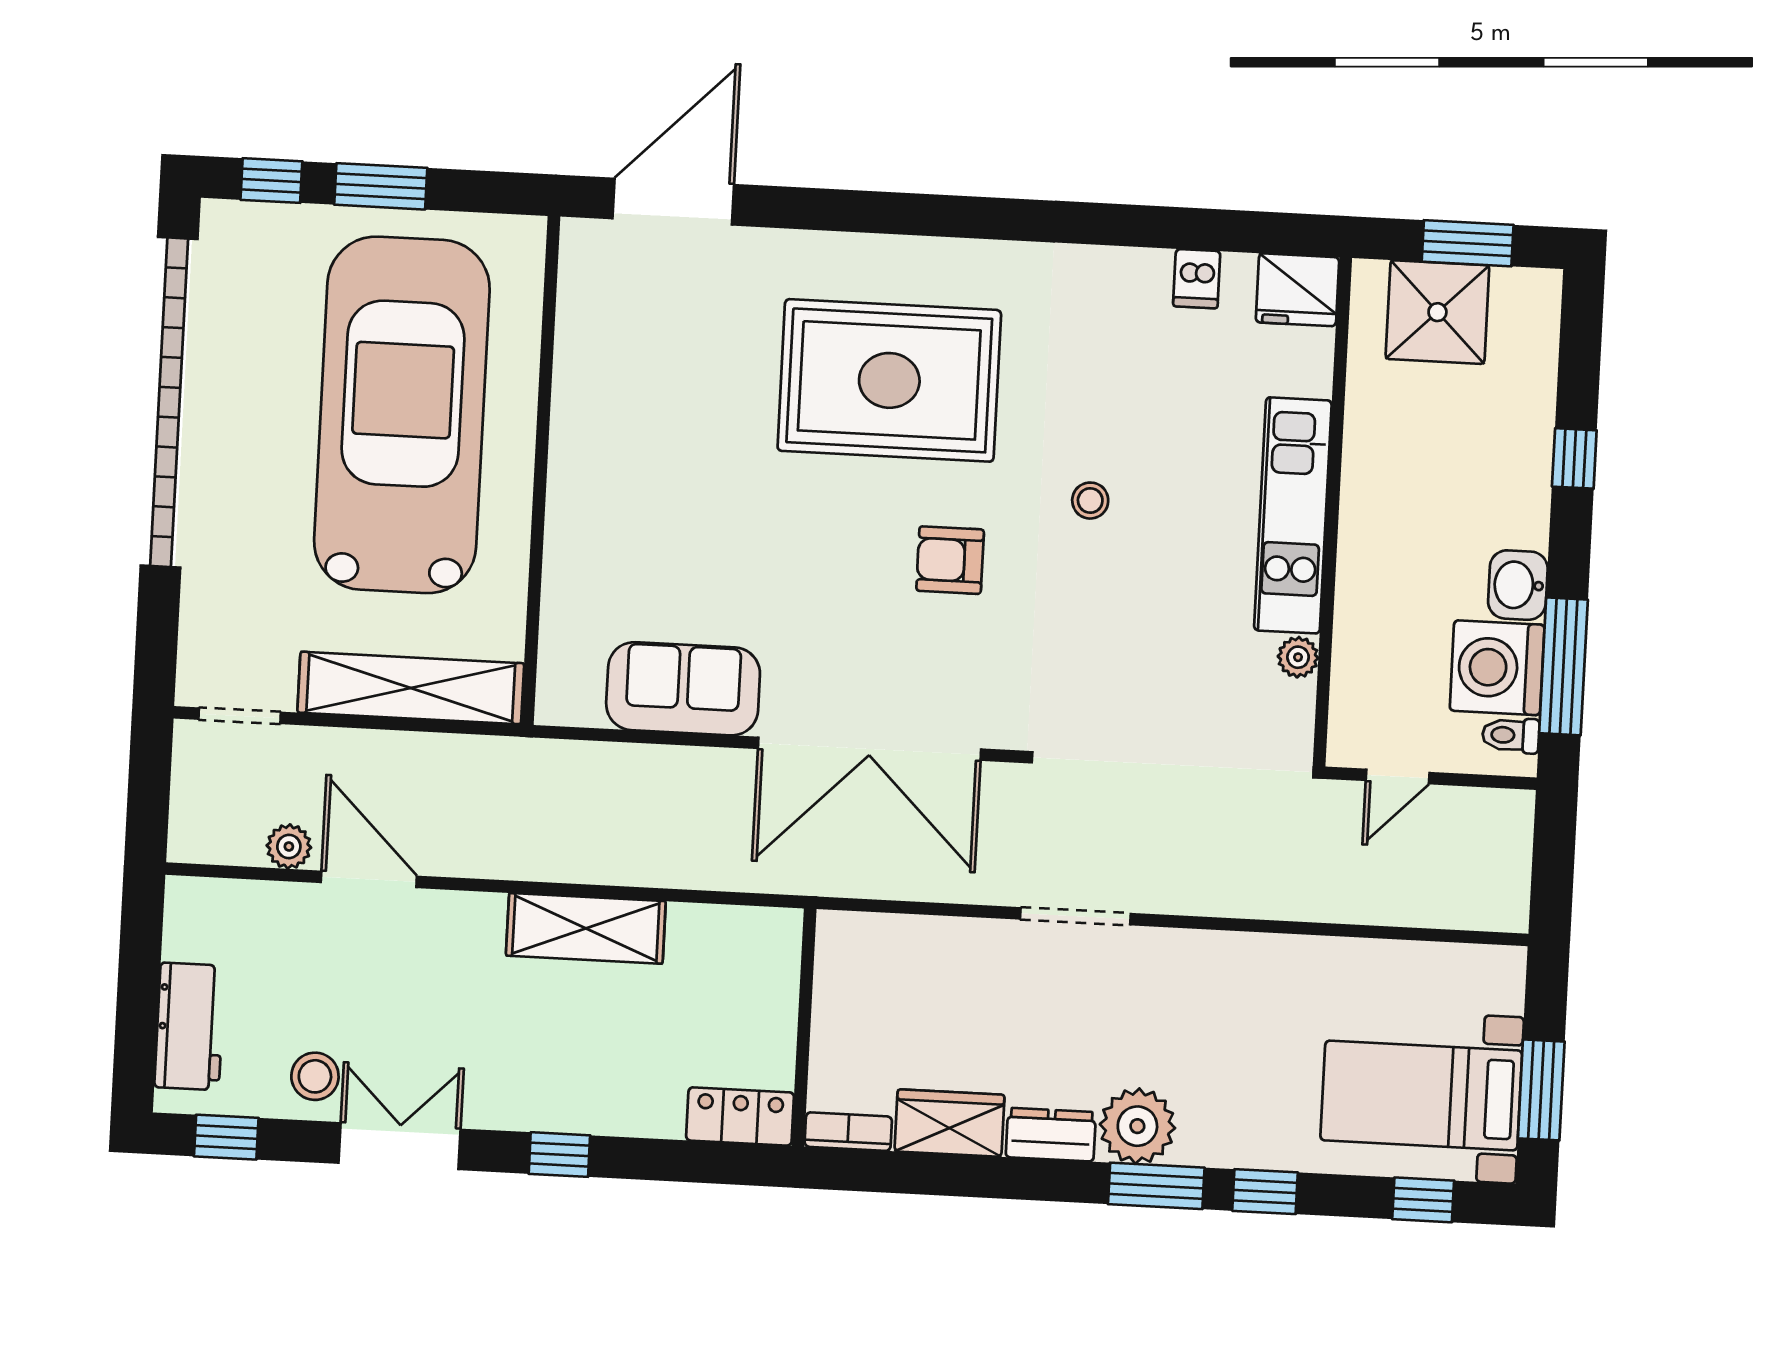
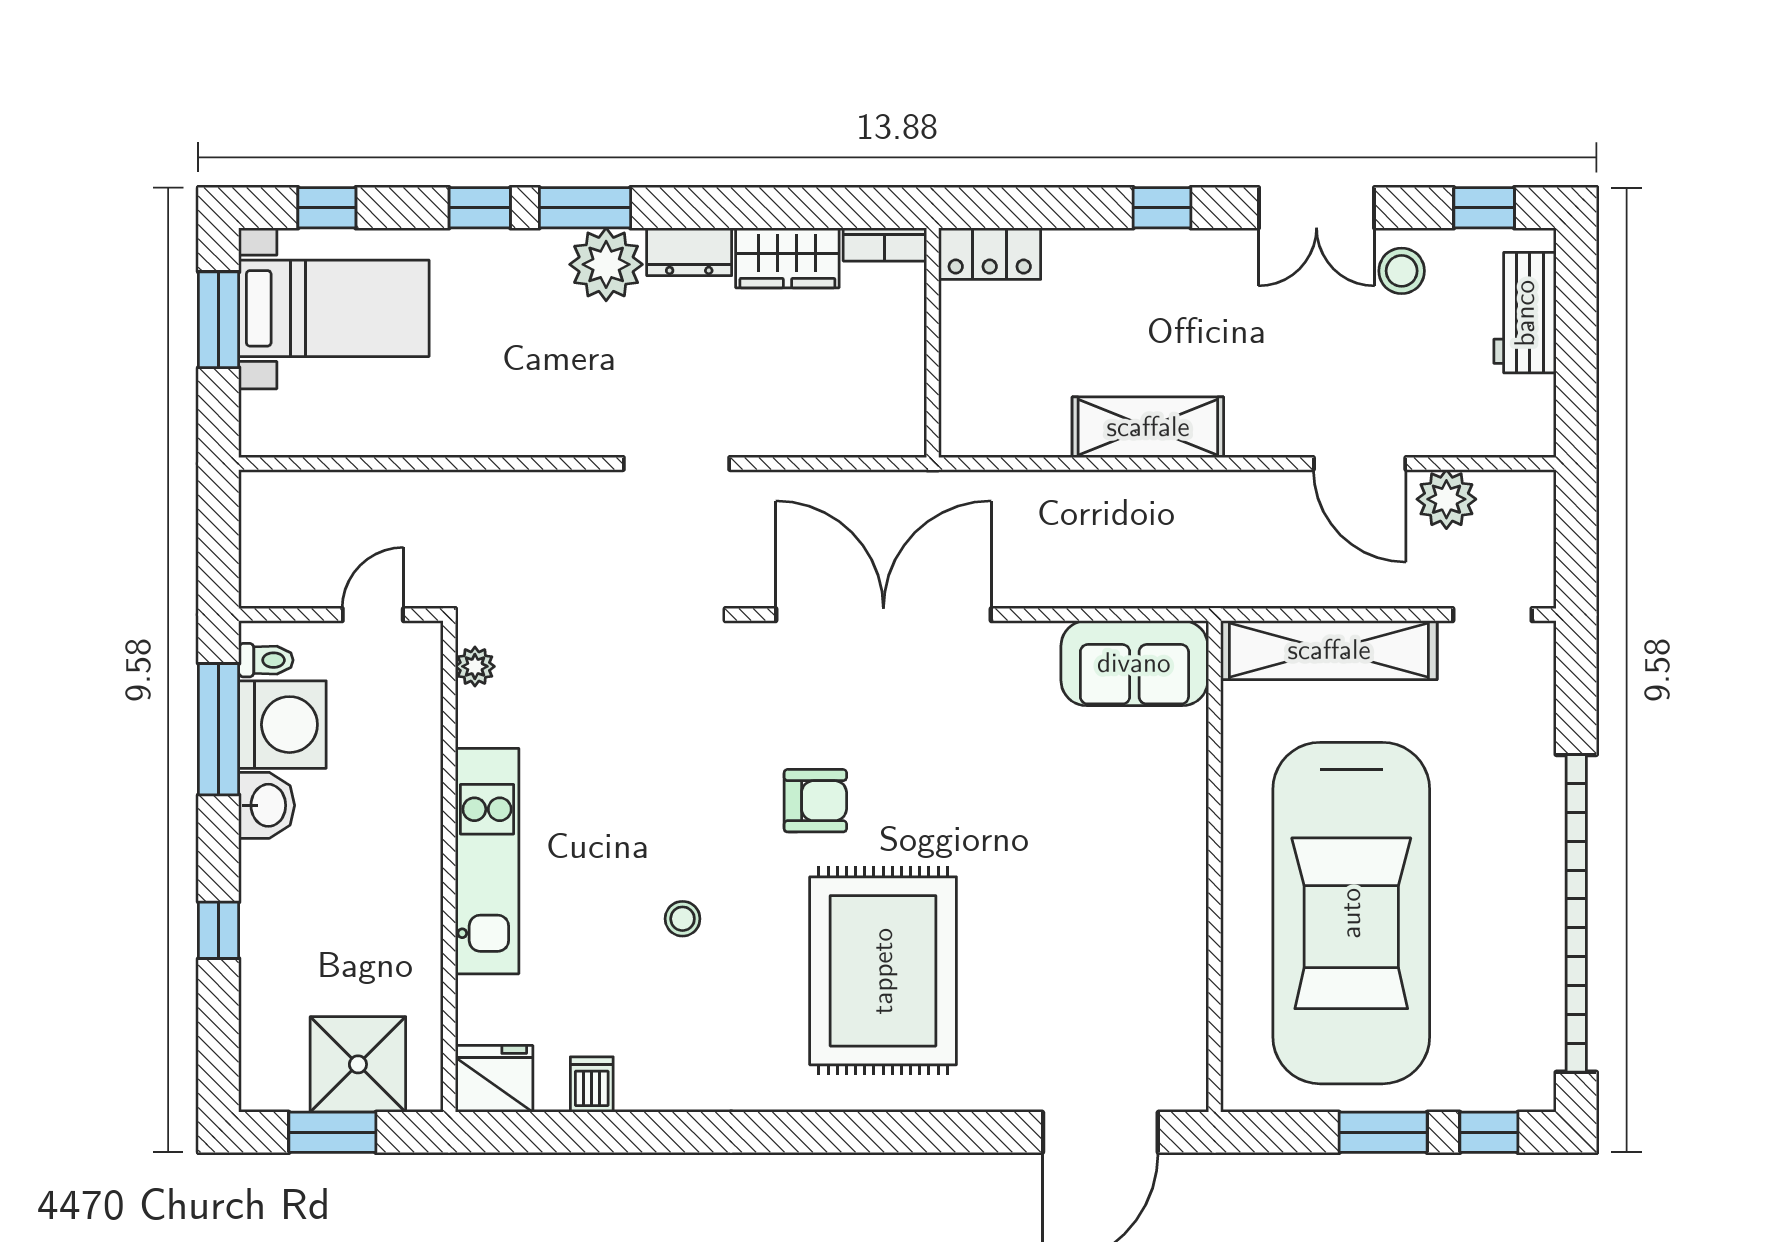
rug: (889, 380) -> (883, 971), turned 90
stool: (1090, 501) -> (683, 919), moved
plant: (1298, 657) -> (475, 666), moved
sofa: (683, 689) -> (1134, 663), moved
plant: (289, 847) -> (1446, 499), width x1.38, depth x1.38

